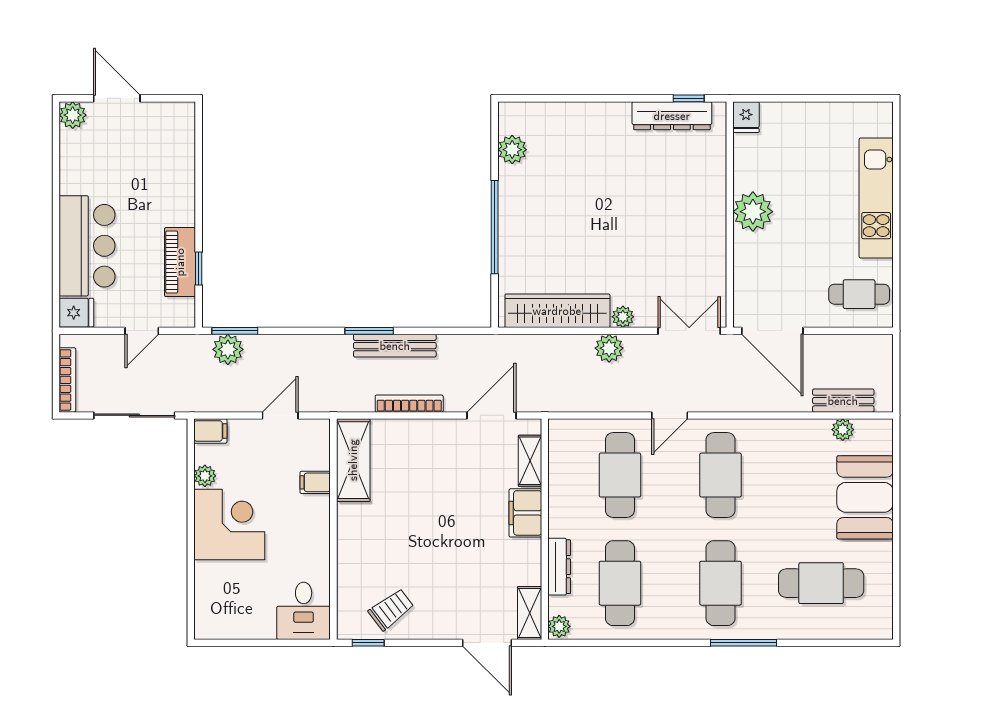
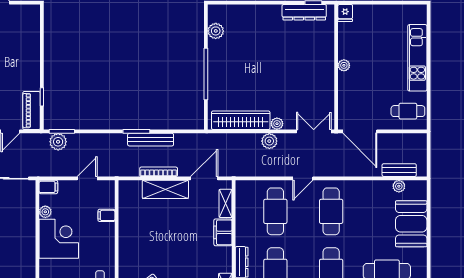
plant: (753, 212) -> (344, 65), width x0.53, depth x0.53
piano: (180, 262) -> (32, 111), moved
shelving: (353, 460) -> (165, 189), moved, turned 90

